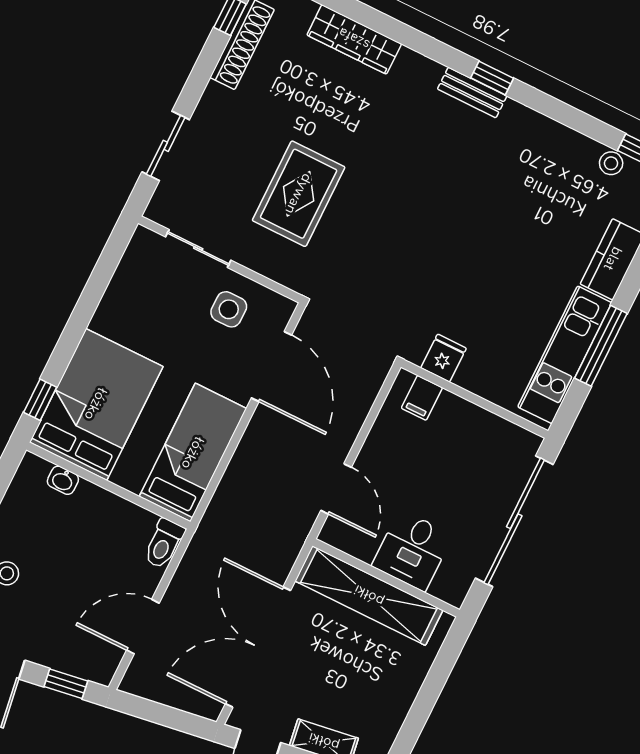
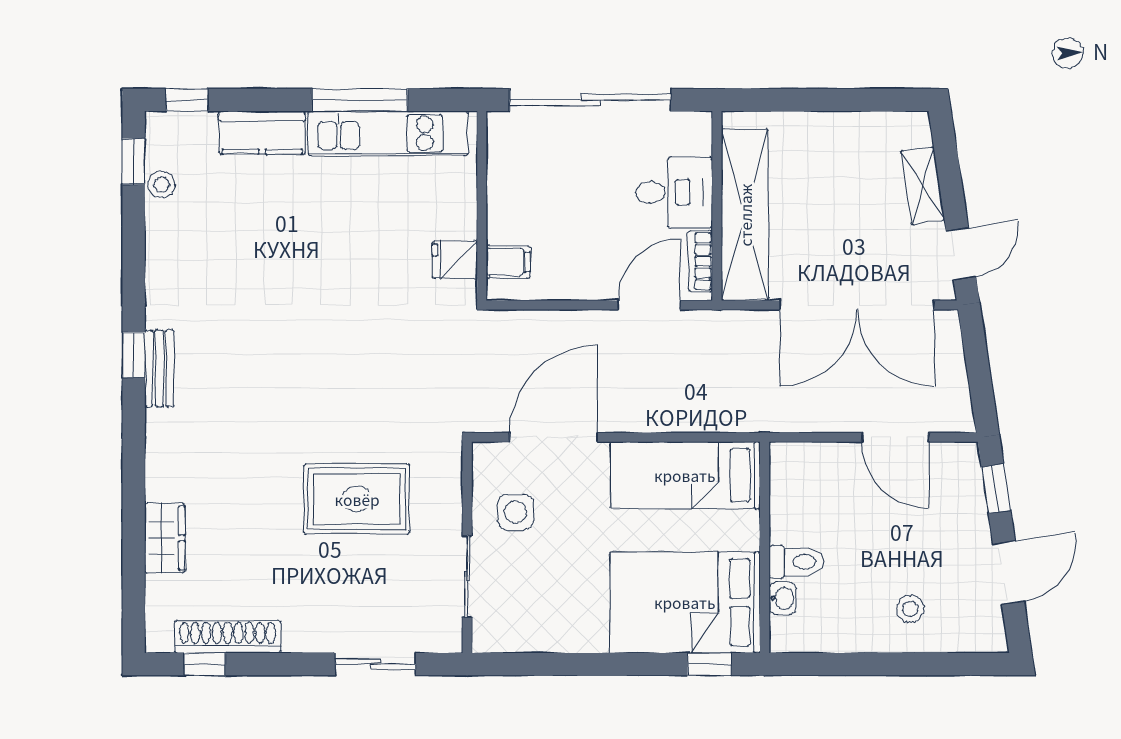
wardrobe: (354, 39) -> (165, 538), width x0.67
toilet: (164, 544) -> (797, 562), moved
bookcase: (350, 544) -> (700, 261), added

